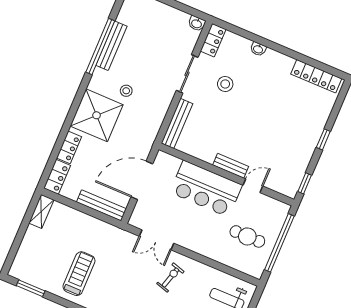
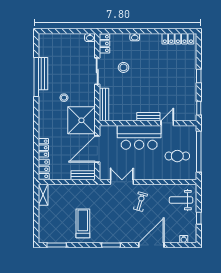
shower: (97, 115) -> (81, 120), moved
bench: (101, 205) -> (83, 175), width x0.73
double door: (157, 240) -> (122, 182), swing flipped

